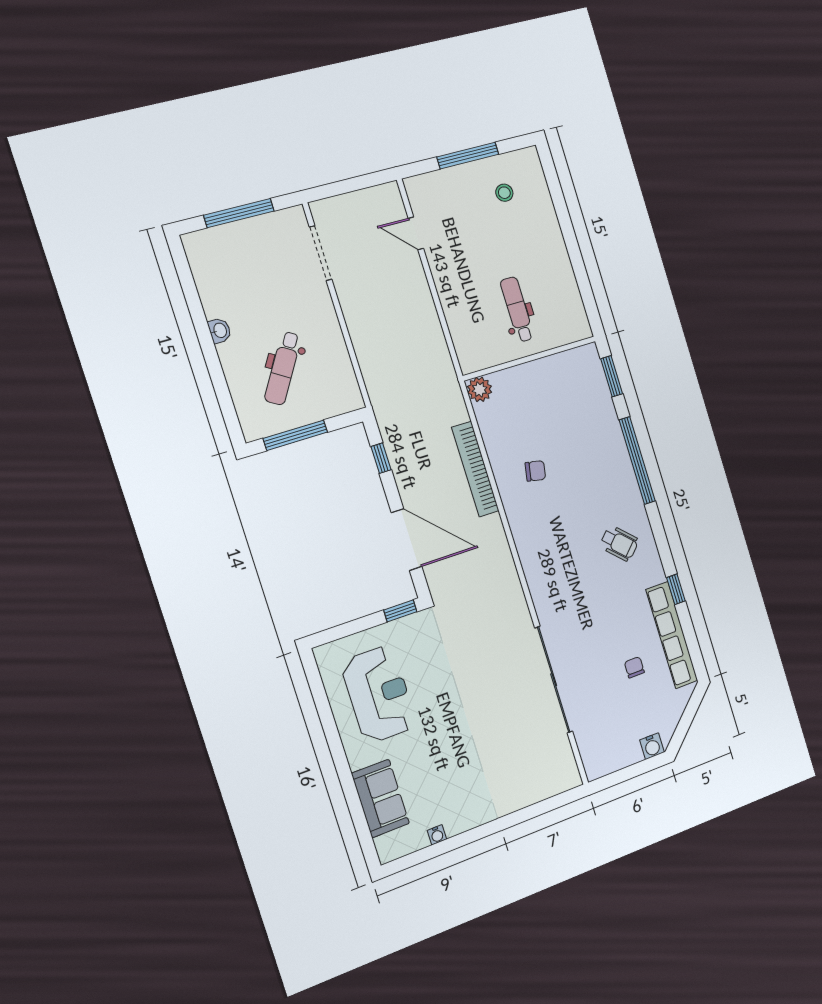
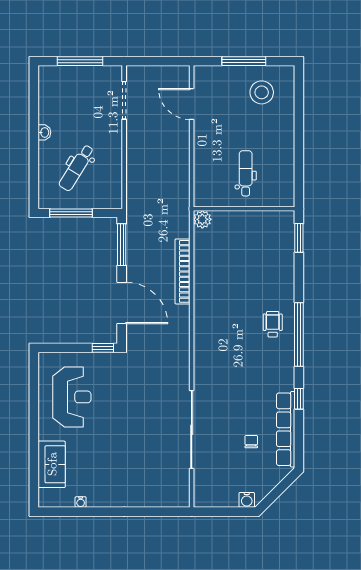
stool: (504, 193) -> (262, 92), width x1.89, depth x1.89
door: (416, 233) -> (192, 104), width x1.38
window: (381, 458) -> (122, 245), width x2.17
window: (637, 461) -> (299, 334), moved
chair: (535, 471) -> (224, 286), removed
wheelchair: (619, 543) -> (273, 324), moved, turned -134

